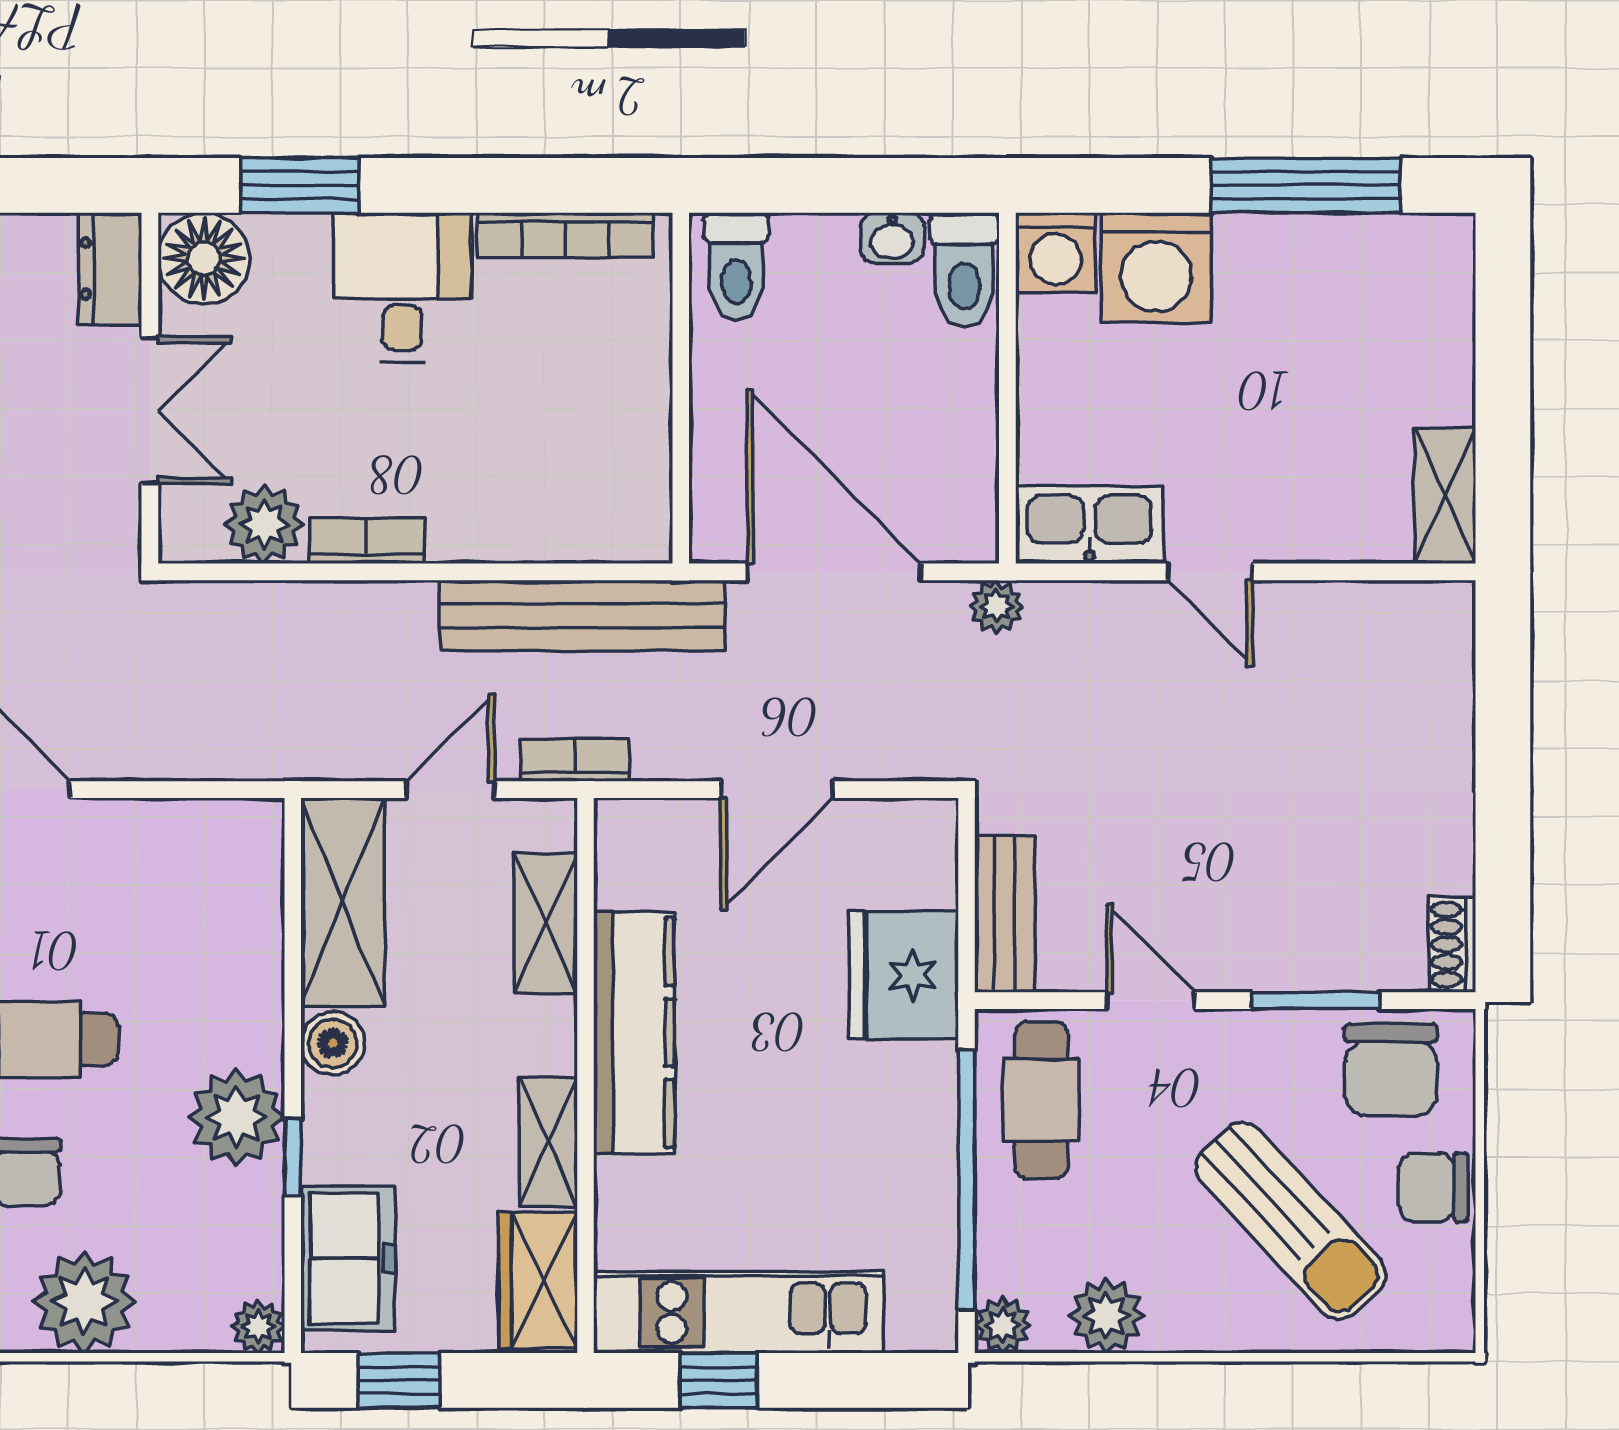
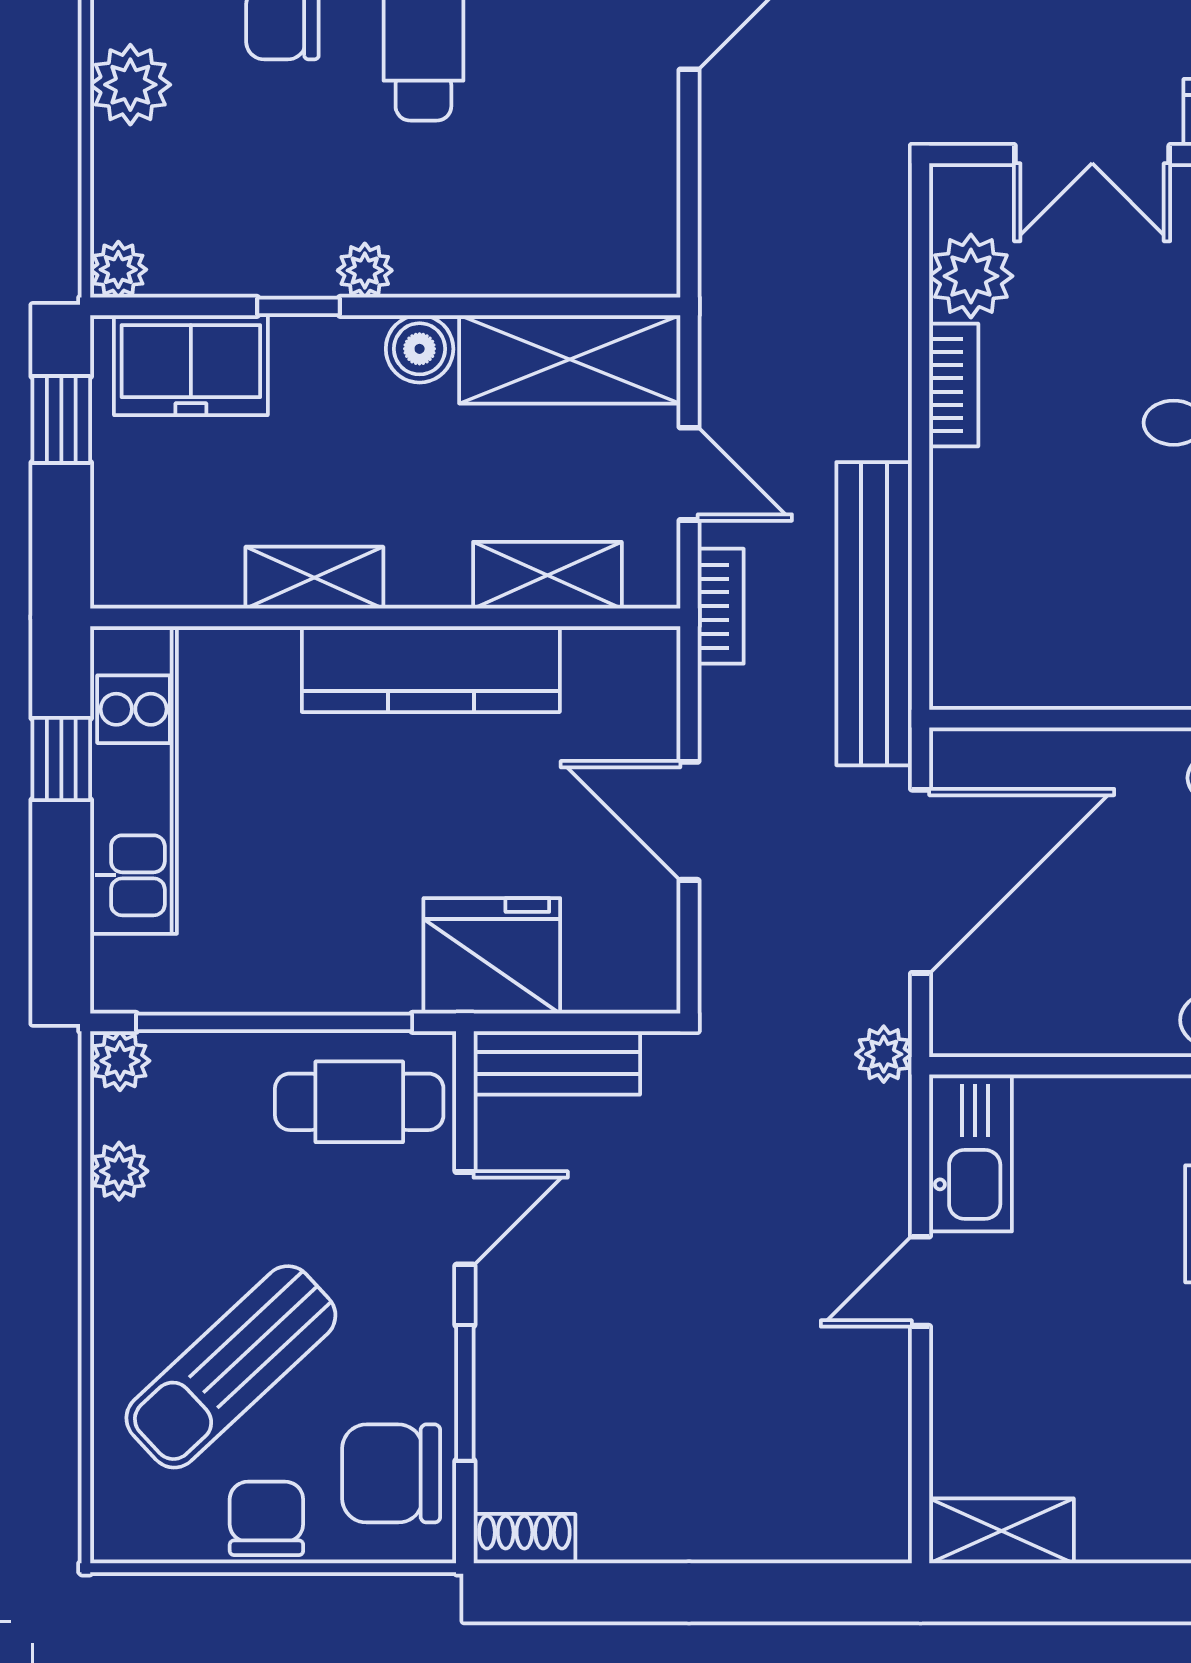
plant: (237, 1117) -> (365, 270), width x0.53, depth x0.53
wardrobe: (538, 1280) -> (168, 567), removed
plant: (84, 1302) -> (130, 85), width x0.73, depth x0.73
plant: (1106, 1316) -> (119, 1171), width x0.73, depth x0.73

